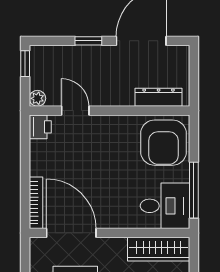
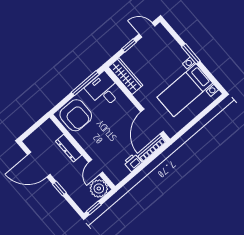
dresser: (159, 97) -> (69, 148), moved
plant: (37, 98) -> (99, 189), width x1.87, depth x1.87
printer: (40, 127) -> (133, 163), moved
armchair: (164, 143) -> (76, 115), turned 90

